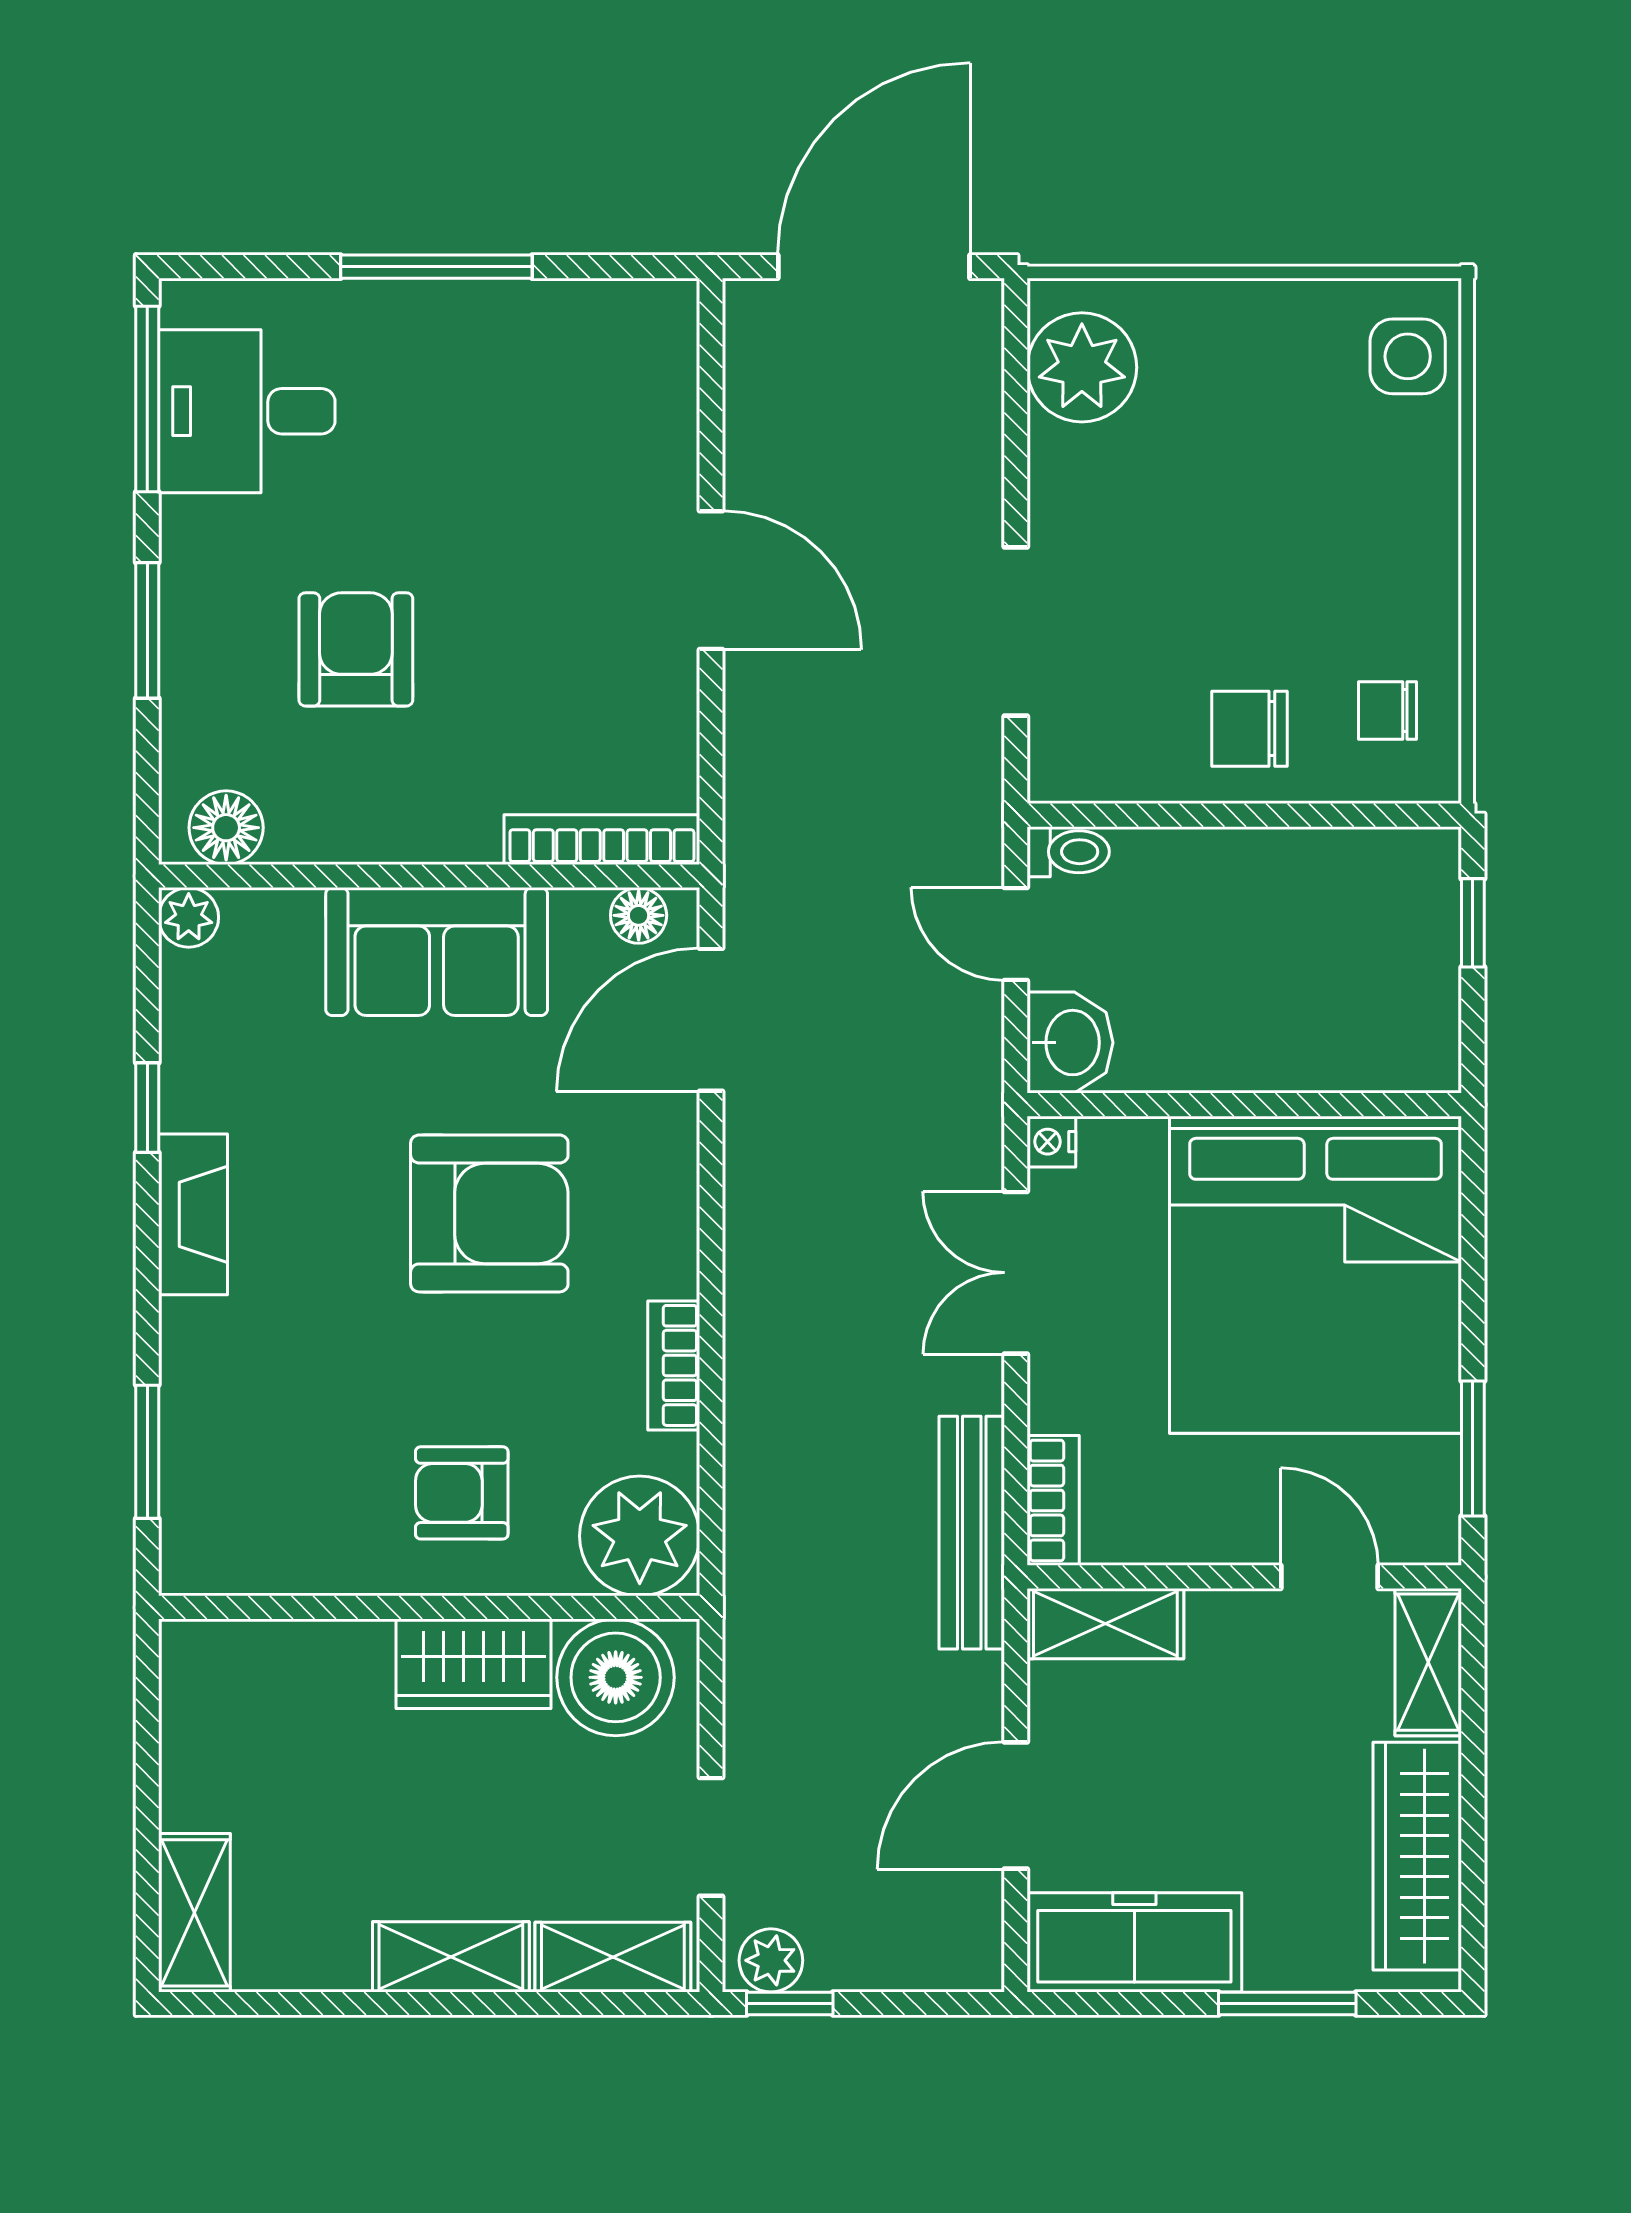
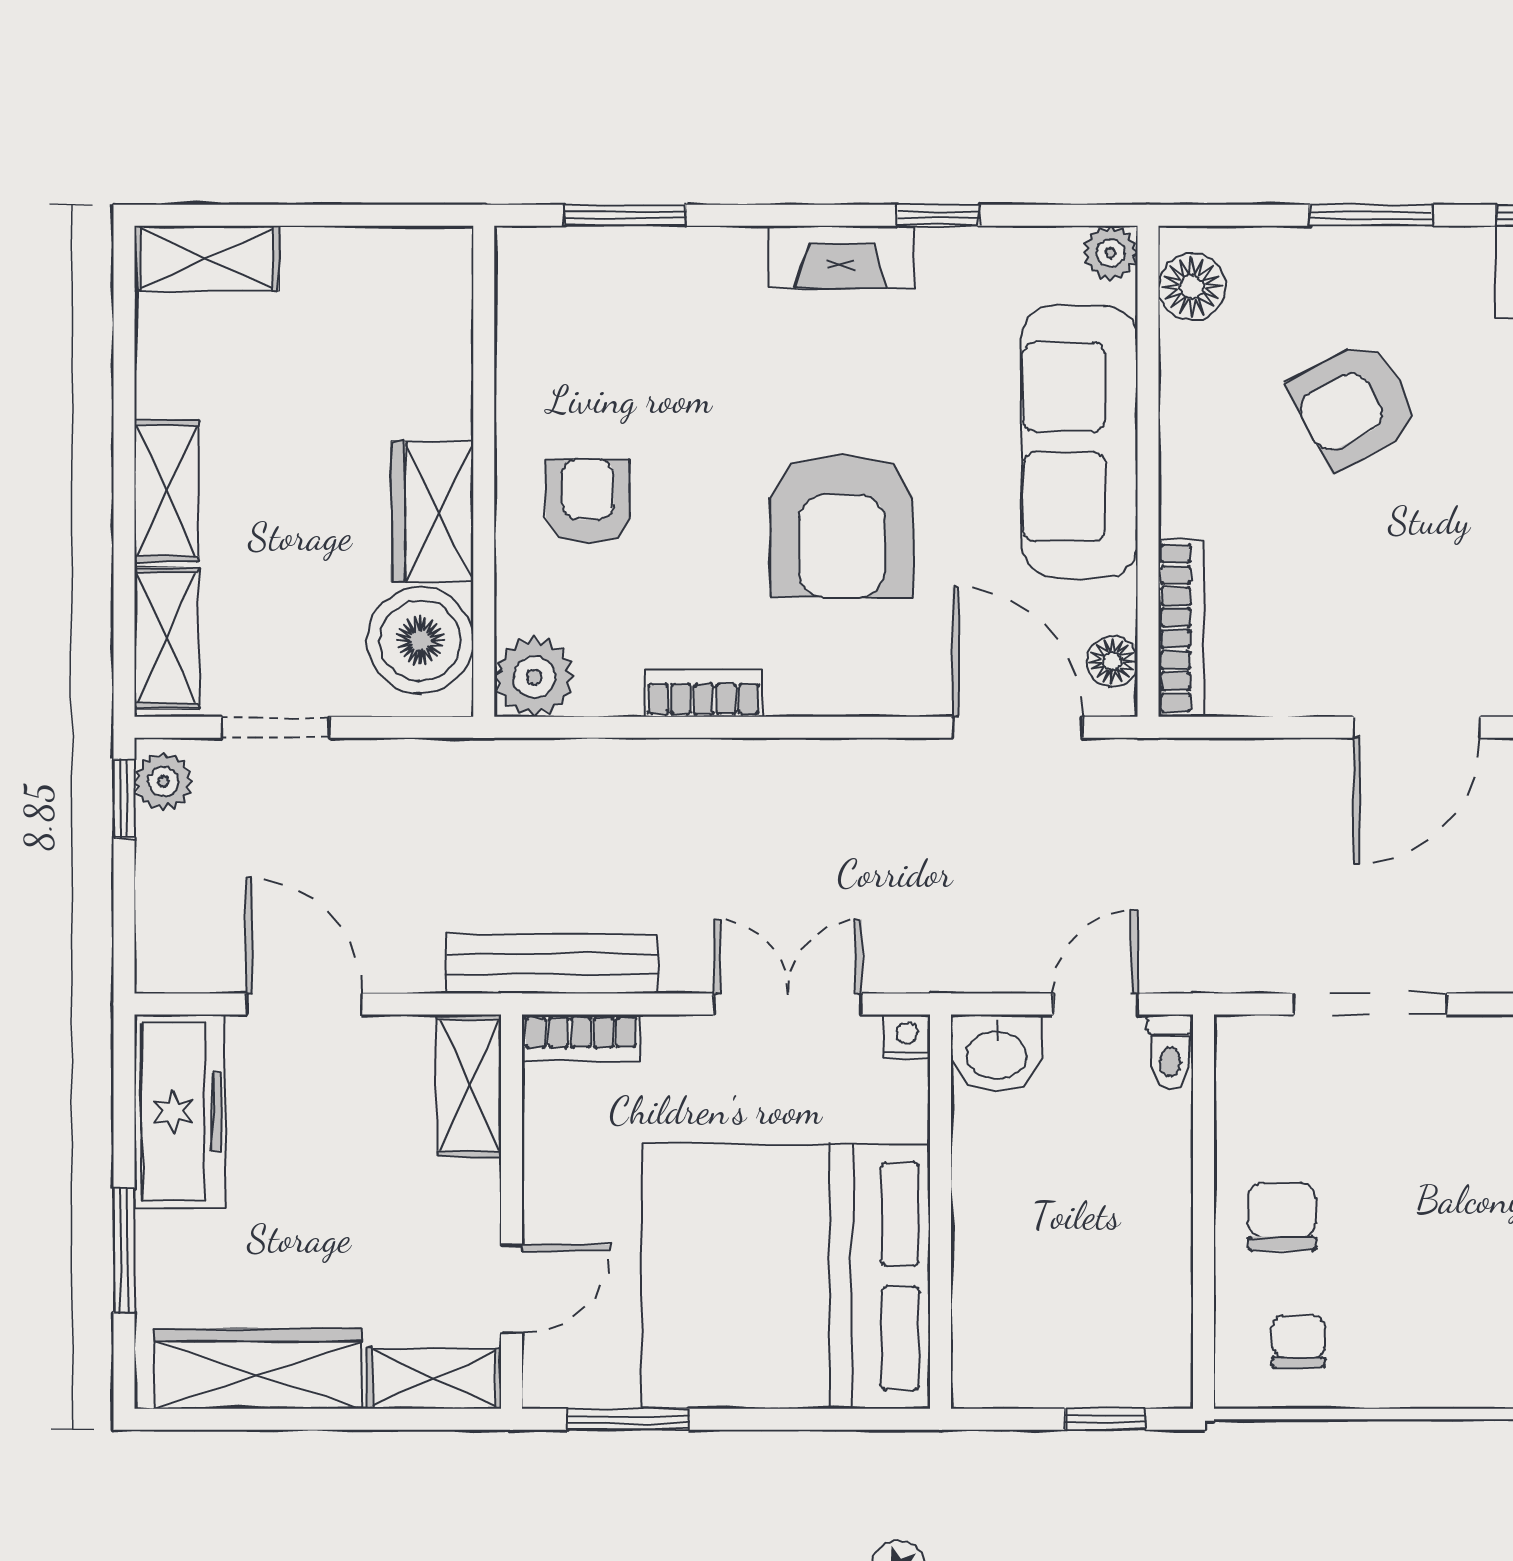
armchair: (356, 649) -> (1354, 405), turned 152
sofa: (437, 952) -> (1080, 442), width x1.36
plant: (640, 1536) -> (534, 677), width x0.73, depth x0.73

